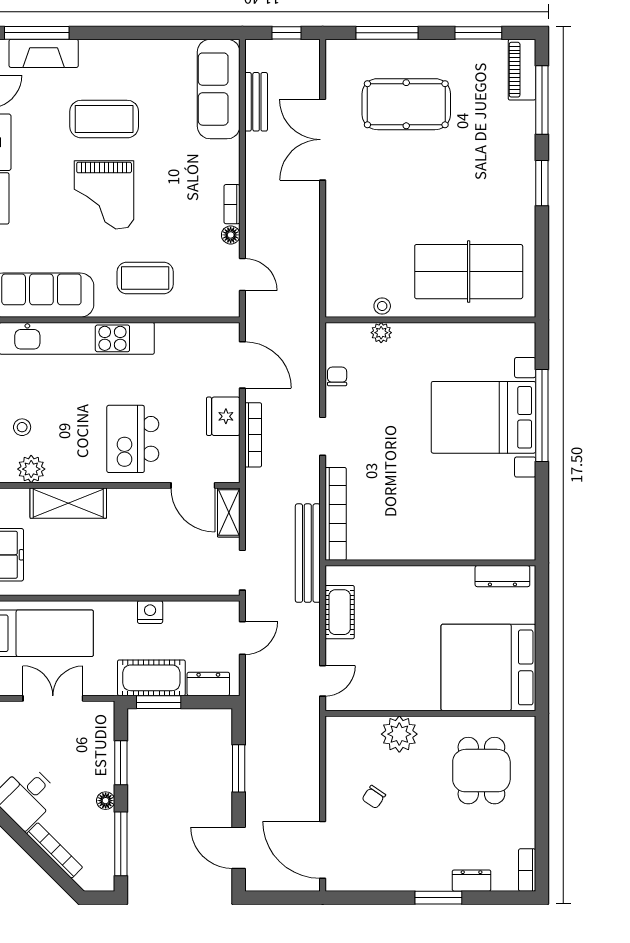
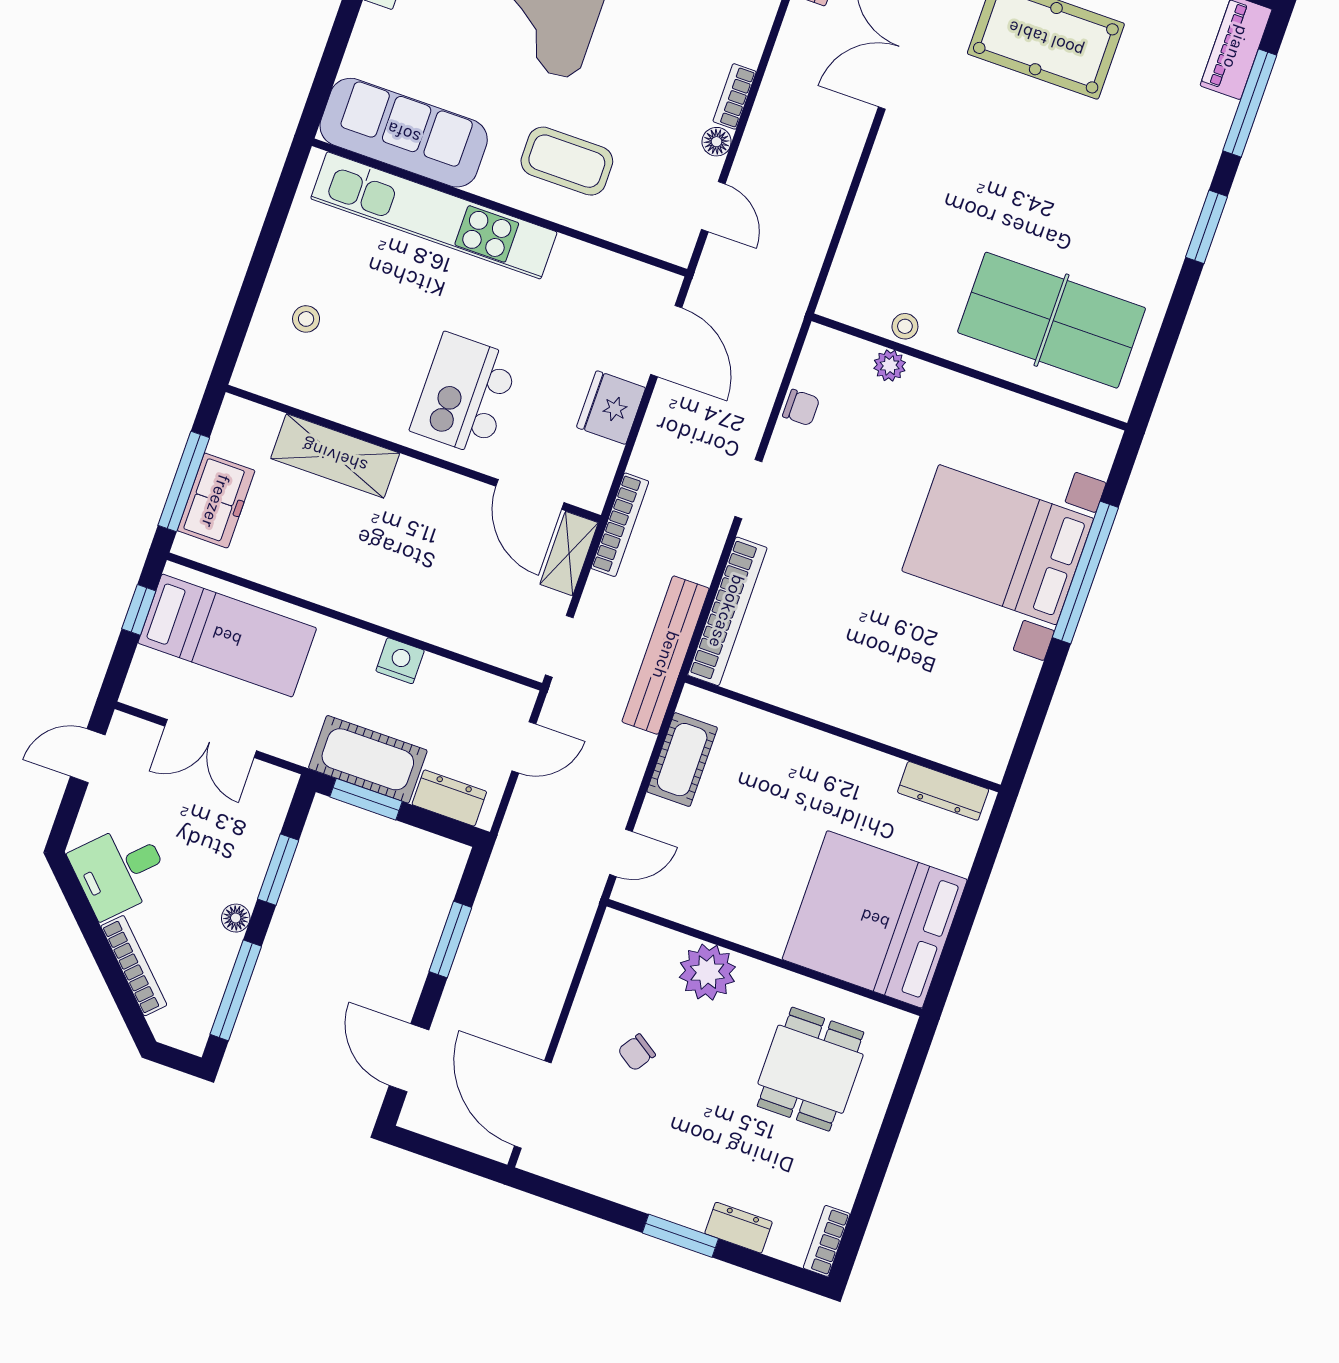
chair: (337, 376) -> (801, 408), turned 90
bookcase: (253, 435) -> (620, 525), moved
plant: (31, 469) -> (298, 386), removed
double door: (53, 698) -> (211, 738), swing flipped

